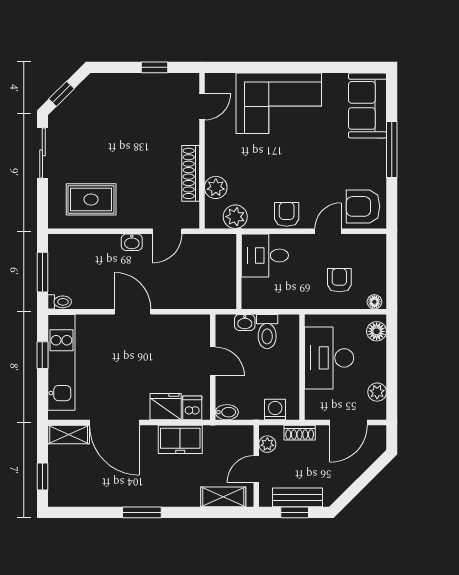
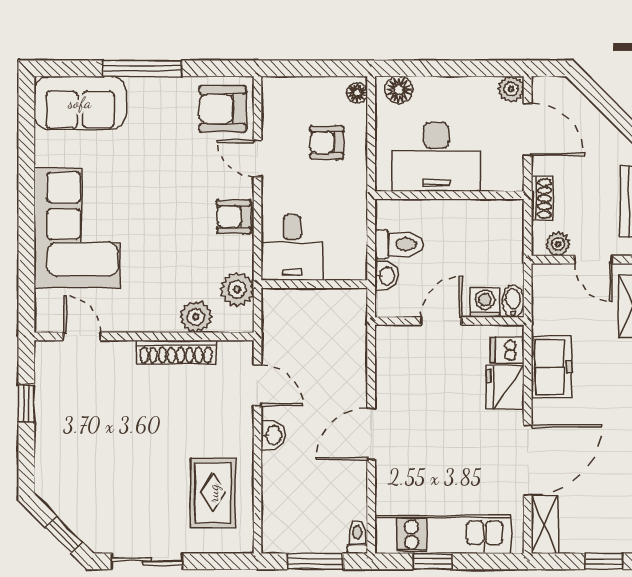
armchair: (363, 206) -> (223, 109), turned 90
plant: (377, 392) -> (511, 89), moved
washing machine: (275, 410) -> (485, 303), moved, turned 90

